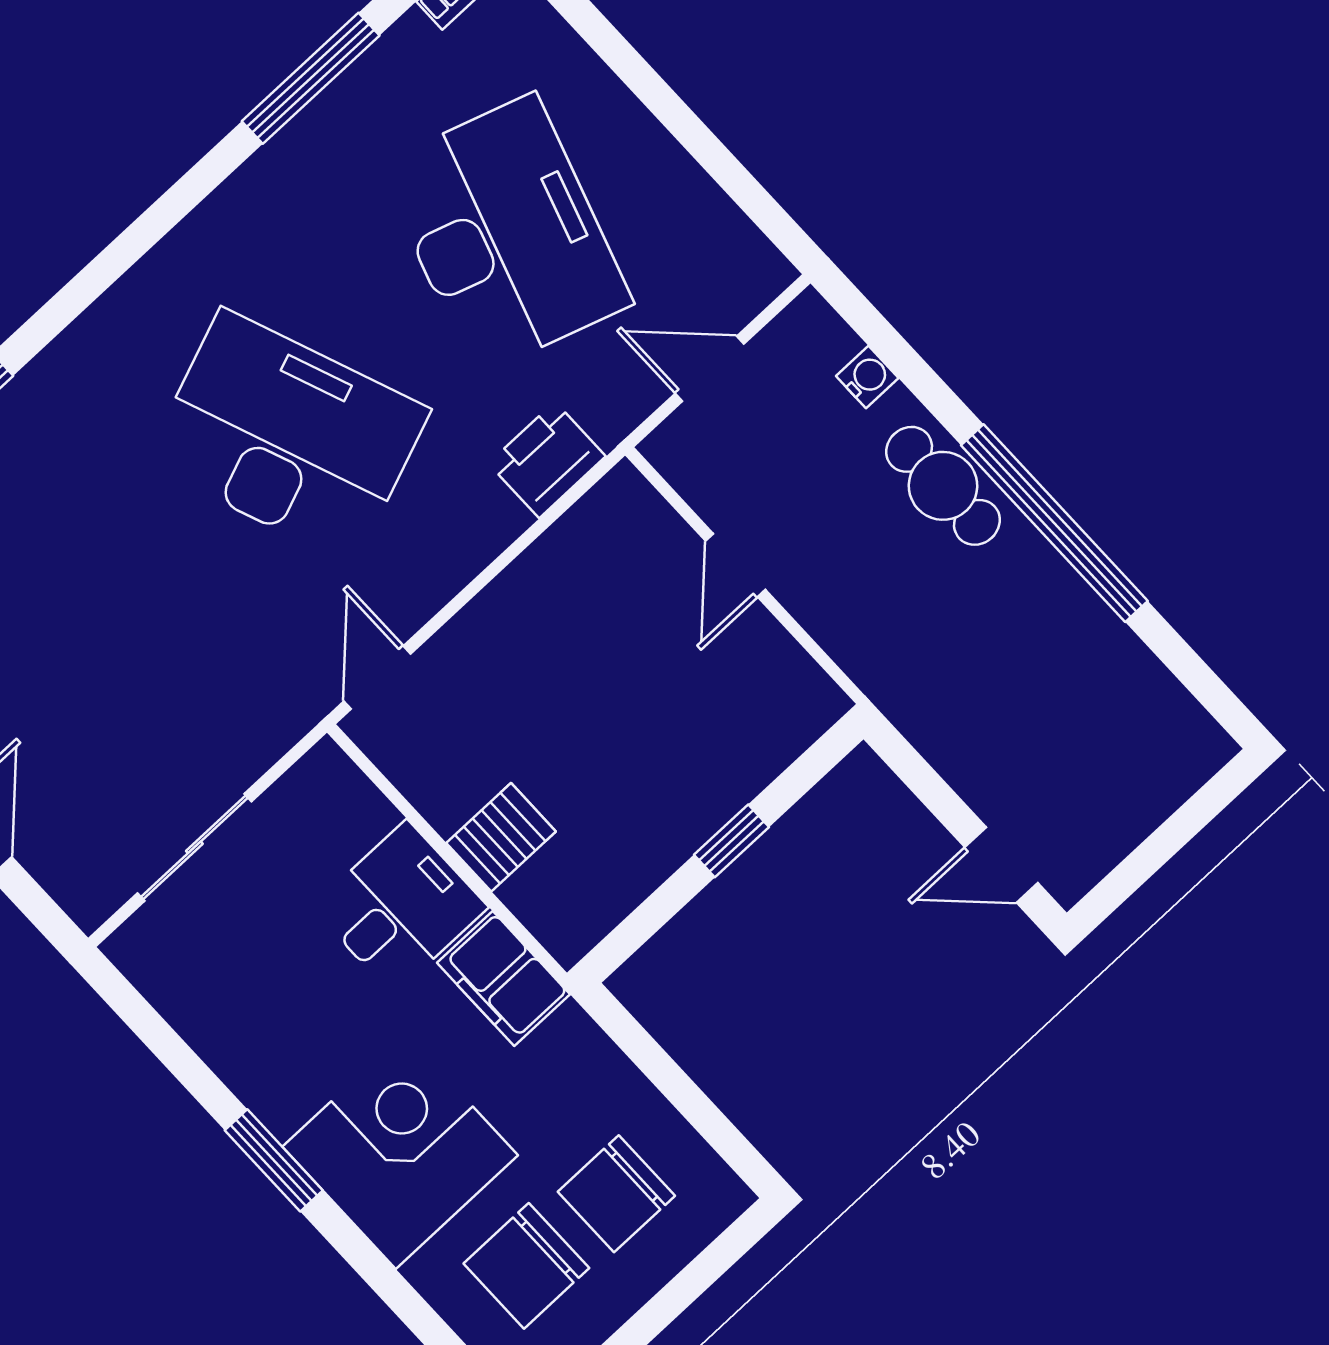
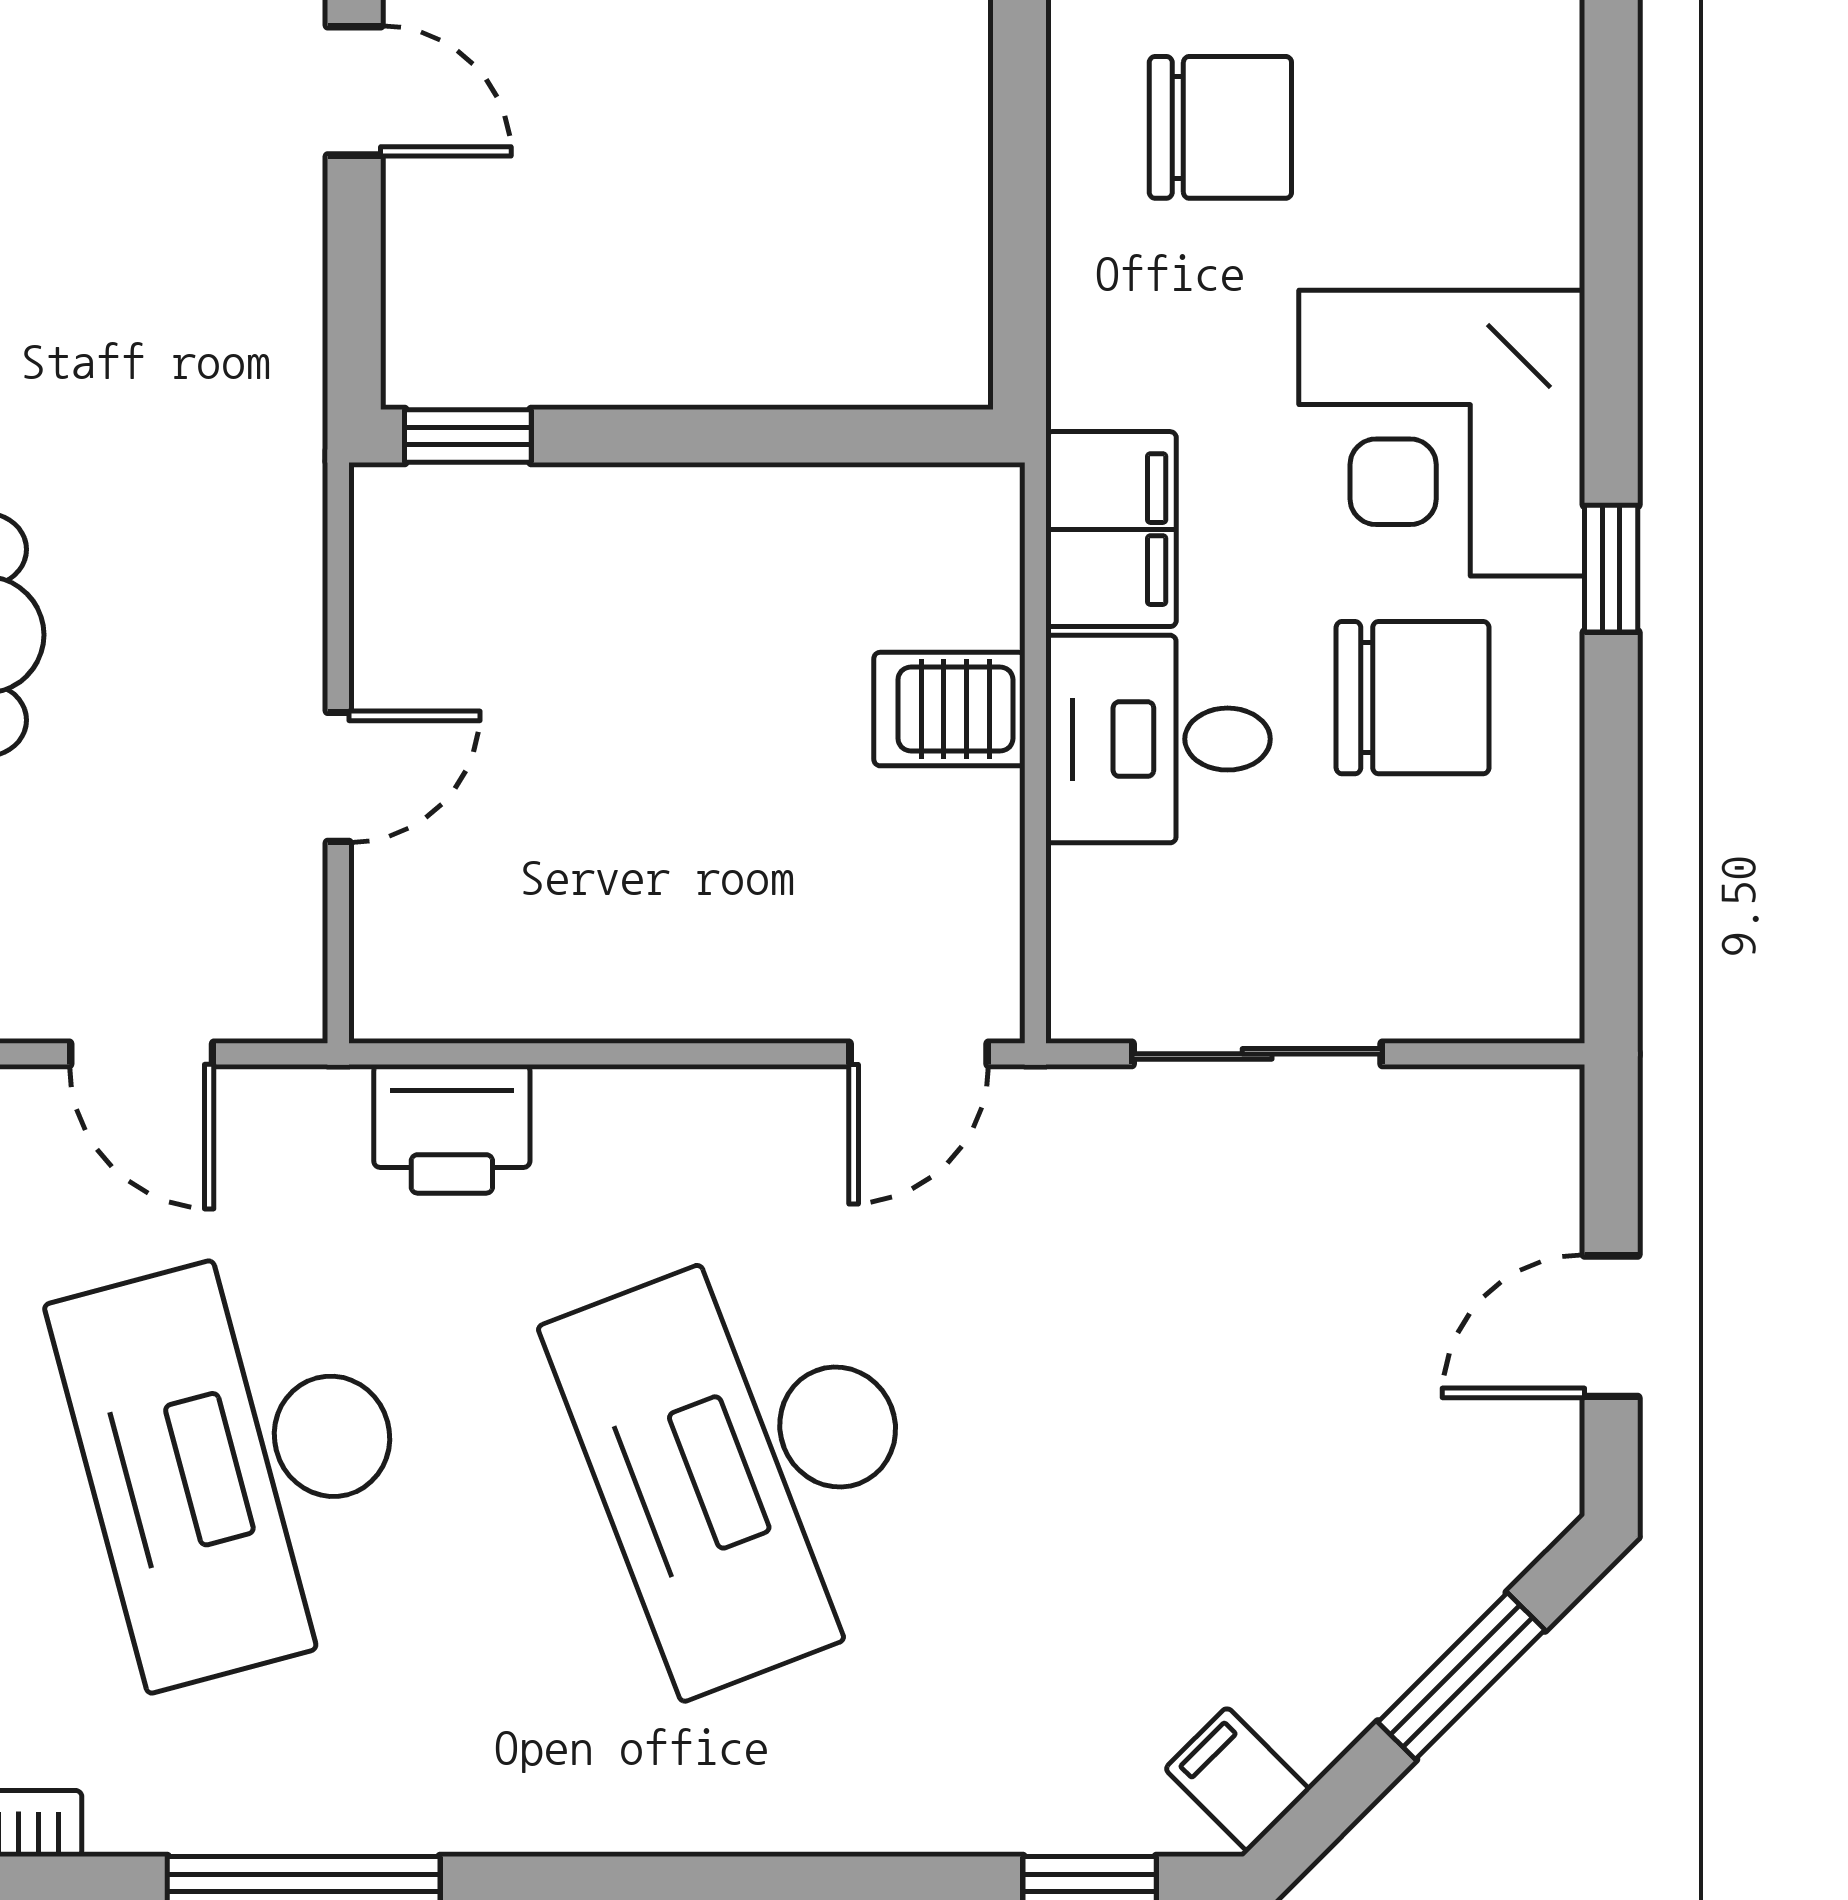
desk: (505, 234) -> (242, 1461), turned -33
window: (732, 841) -> (468, 436), moved
sliding door: (194, 847) -> (1257, 1054), moved
window: (274, 1160) -> (1611, 569), width x0.67
chair: (526, 1266) -> (1413, 698), moved

